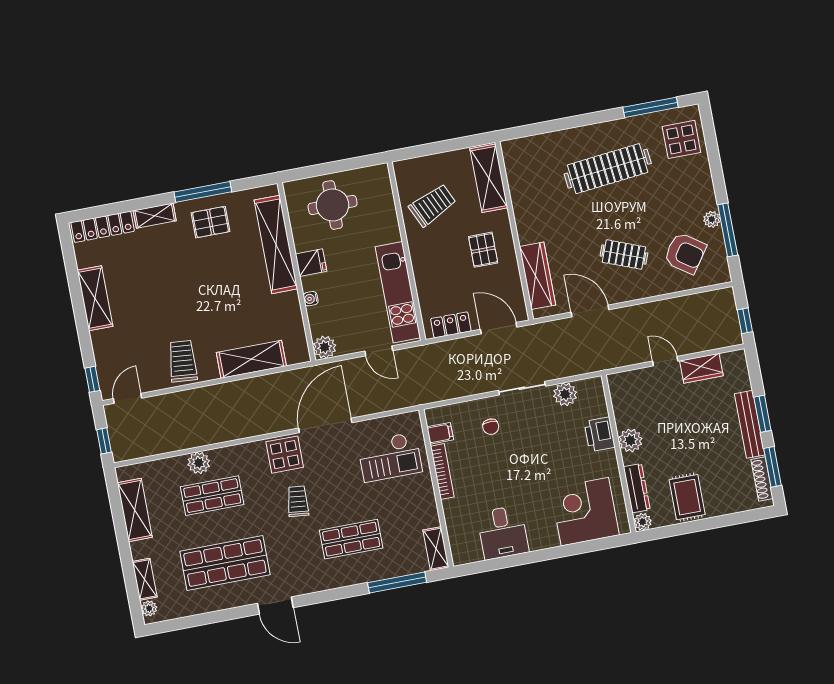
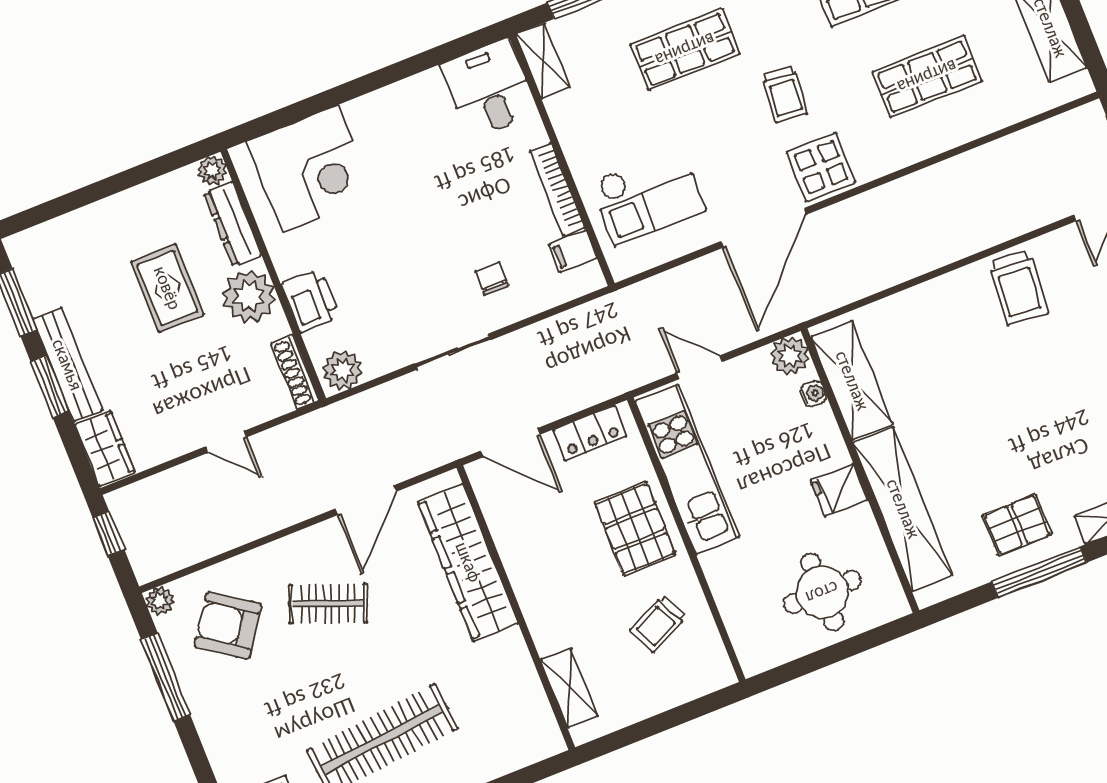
shelving: (489, 178) -> (569, 688), width x0.67, depth x0.75
trolley: (432, 205) -> (658, 624), width x0.73, depth x0.72
plant: (712, 219) -> (160, 601), moved
pallet: (483, 250) -> (635, 529), moved, width x1.50, depth x1.42
wardrobe: (537, 276) -> (468, 562), width x1.40, depth x1.17
water cooler: (311, 299) -> (813, 394), moved
door: (590, 311) -> (366, 500), hinge flipped
shelving: (251, 359) -> (852, 381), moved, turned 90
wardrobe: (701, 368) -> (105, 448), moved, turned 90
plant: (565, 394) -> (343, 370), moved
plant: (630, 440) -> (249, 296), width x1.36, depth x1.36
checkout: (390, 457) -> (648, 196), turned 180
plant: (199, 463) -> (960, 126), removed
shoe rack: (762, 479) -> (295, 372), moved, turned 180
rug: (687, 497) -> (167, 288), moved
desk: (503, 532) -> (489, 89), moved

